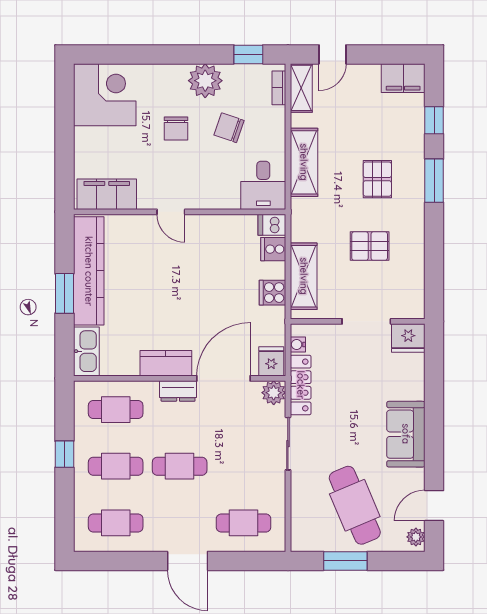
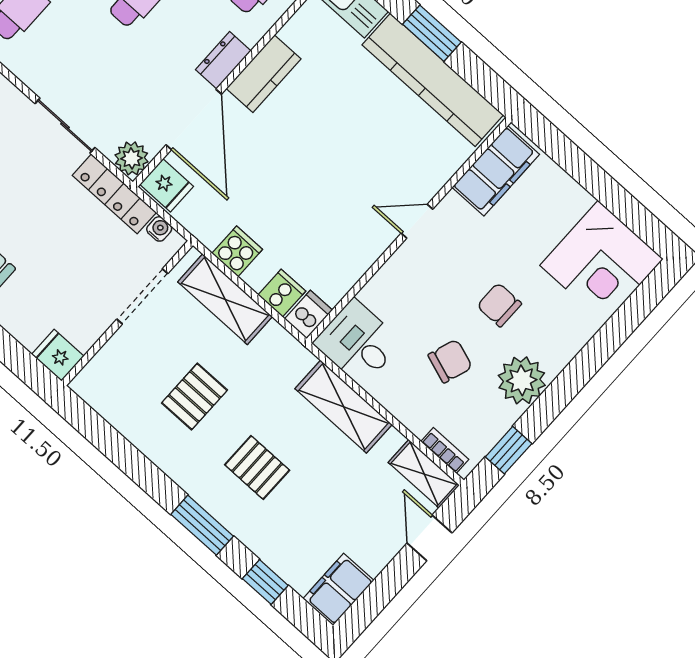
doorway: (366, 321) -> (142, 296), moved
fridge: (408, 338) -> (58, 355), width x0.72

